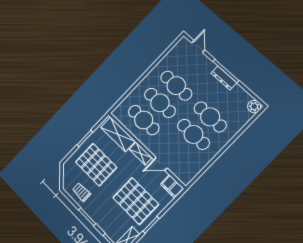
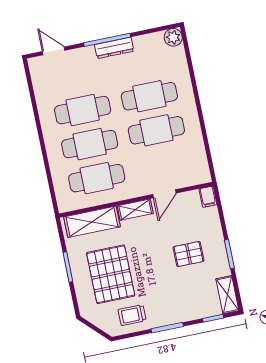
pallet: (96, 165) -> (111, 274), turned 90
filing cabinet: (172, 186) -> (208, 197), width x0.50
pallet: (136, 201) -> (189, 254), width x0.49, depth x0.50

